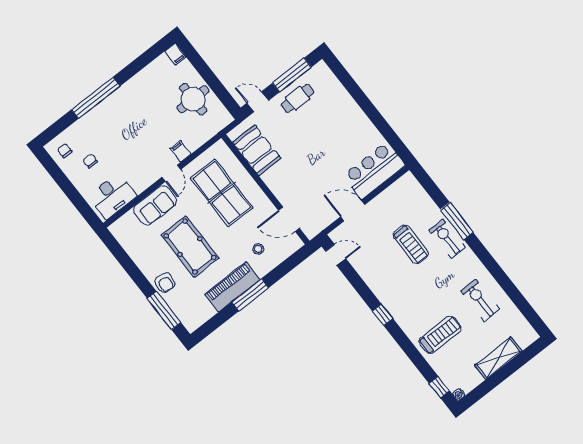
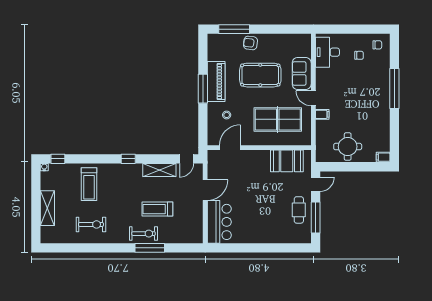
shelving: (369, 274) -> (159, 170), added

